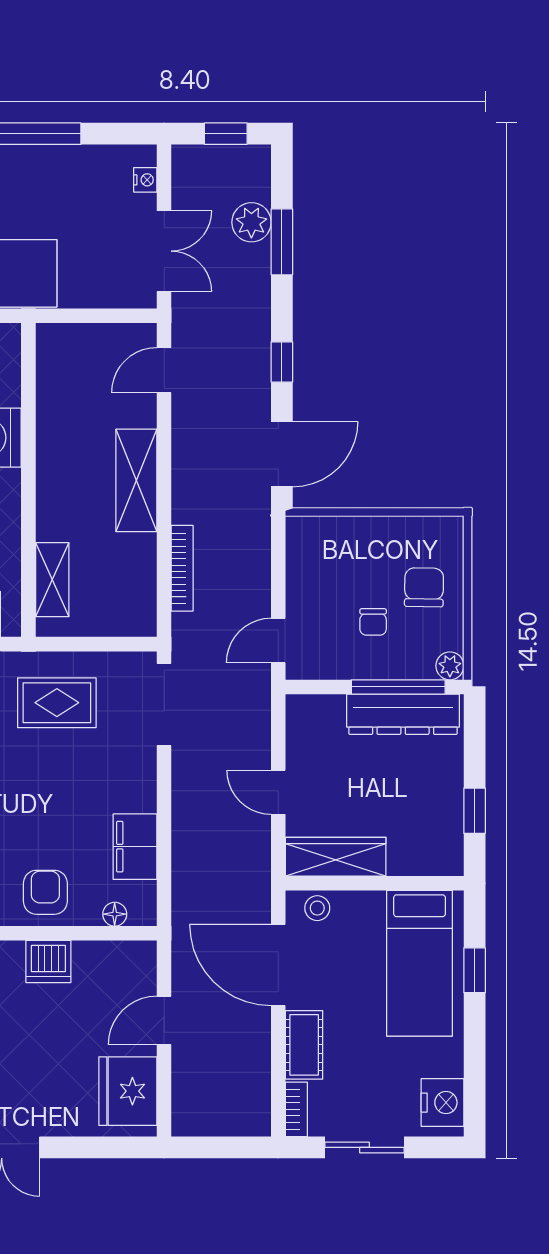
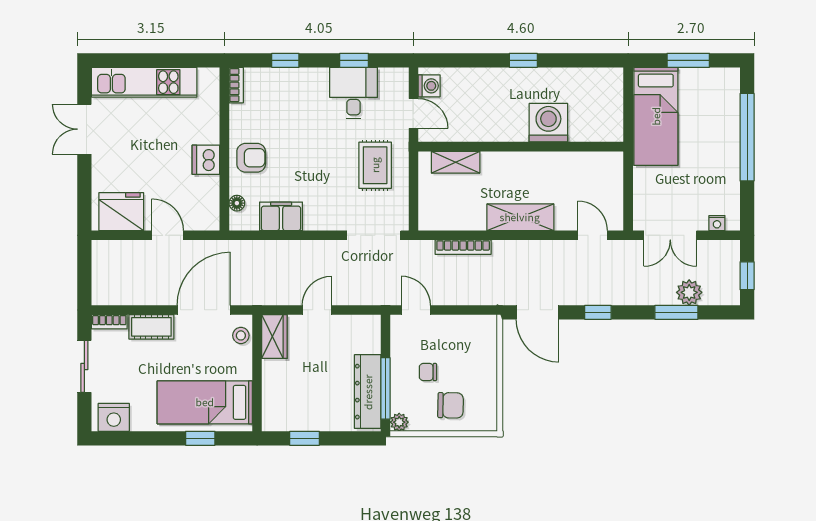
wardrobe: (336, 857) -> (274, 337), width x0.67

